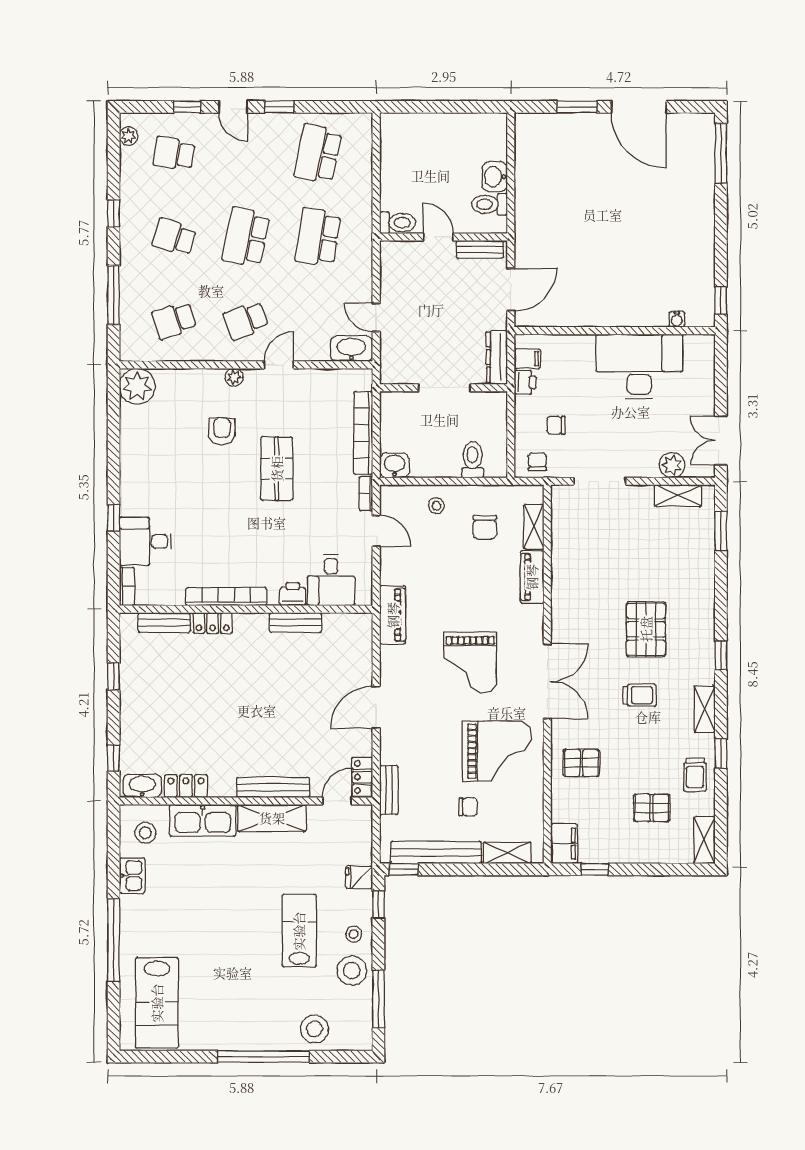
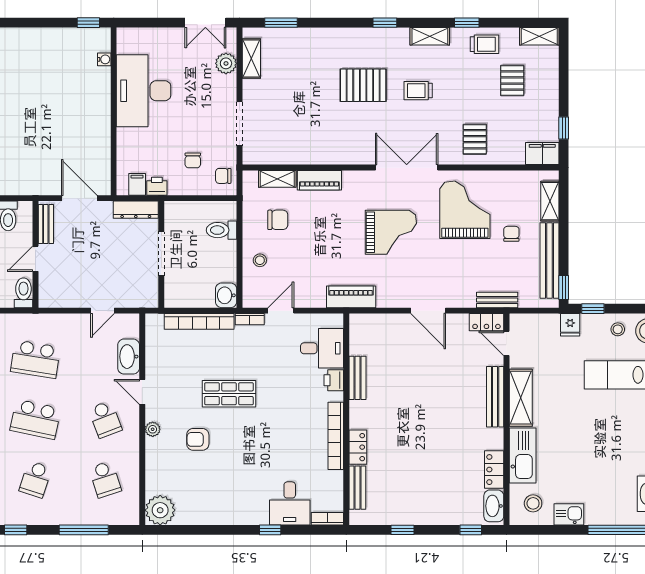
washbasin: (352, 349) -> (129, 357), moved
trolley: (640, 695) -> (418, 91), turned -90

